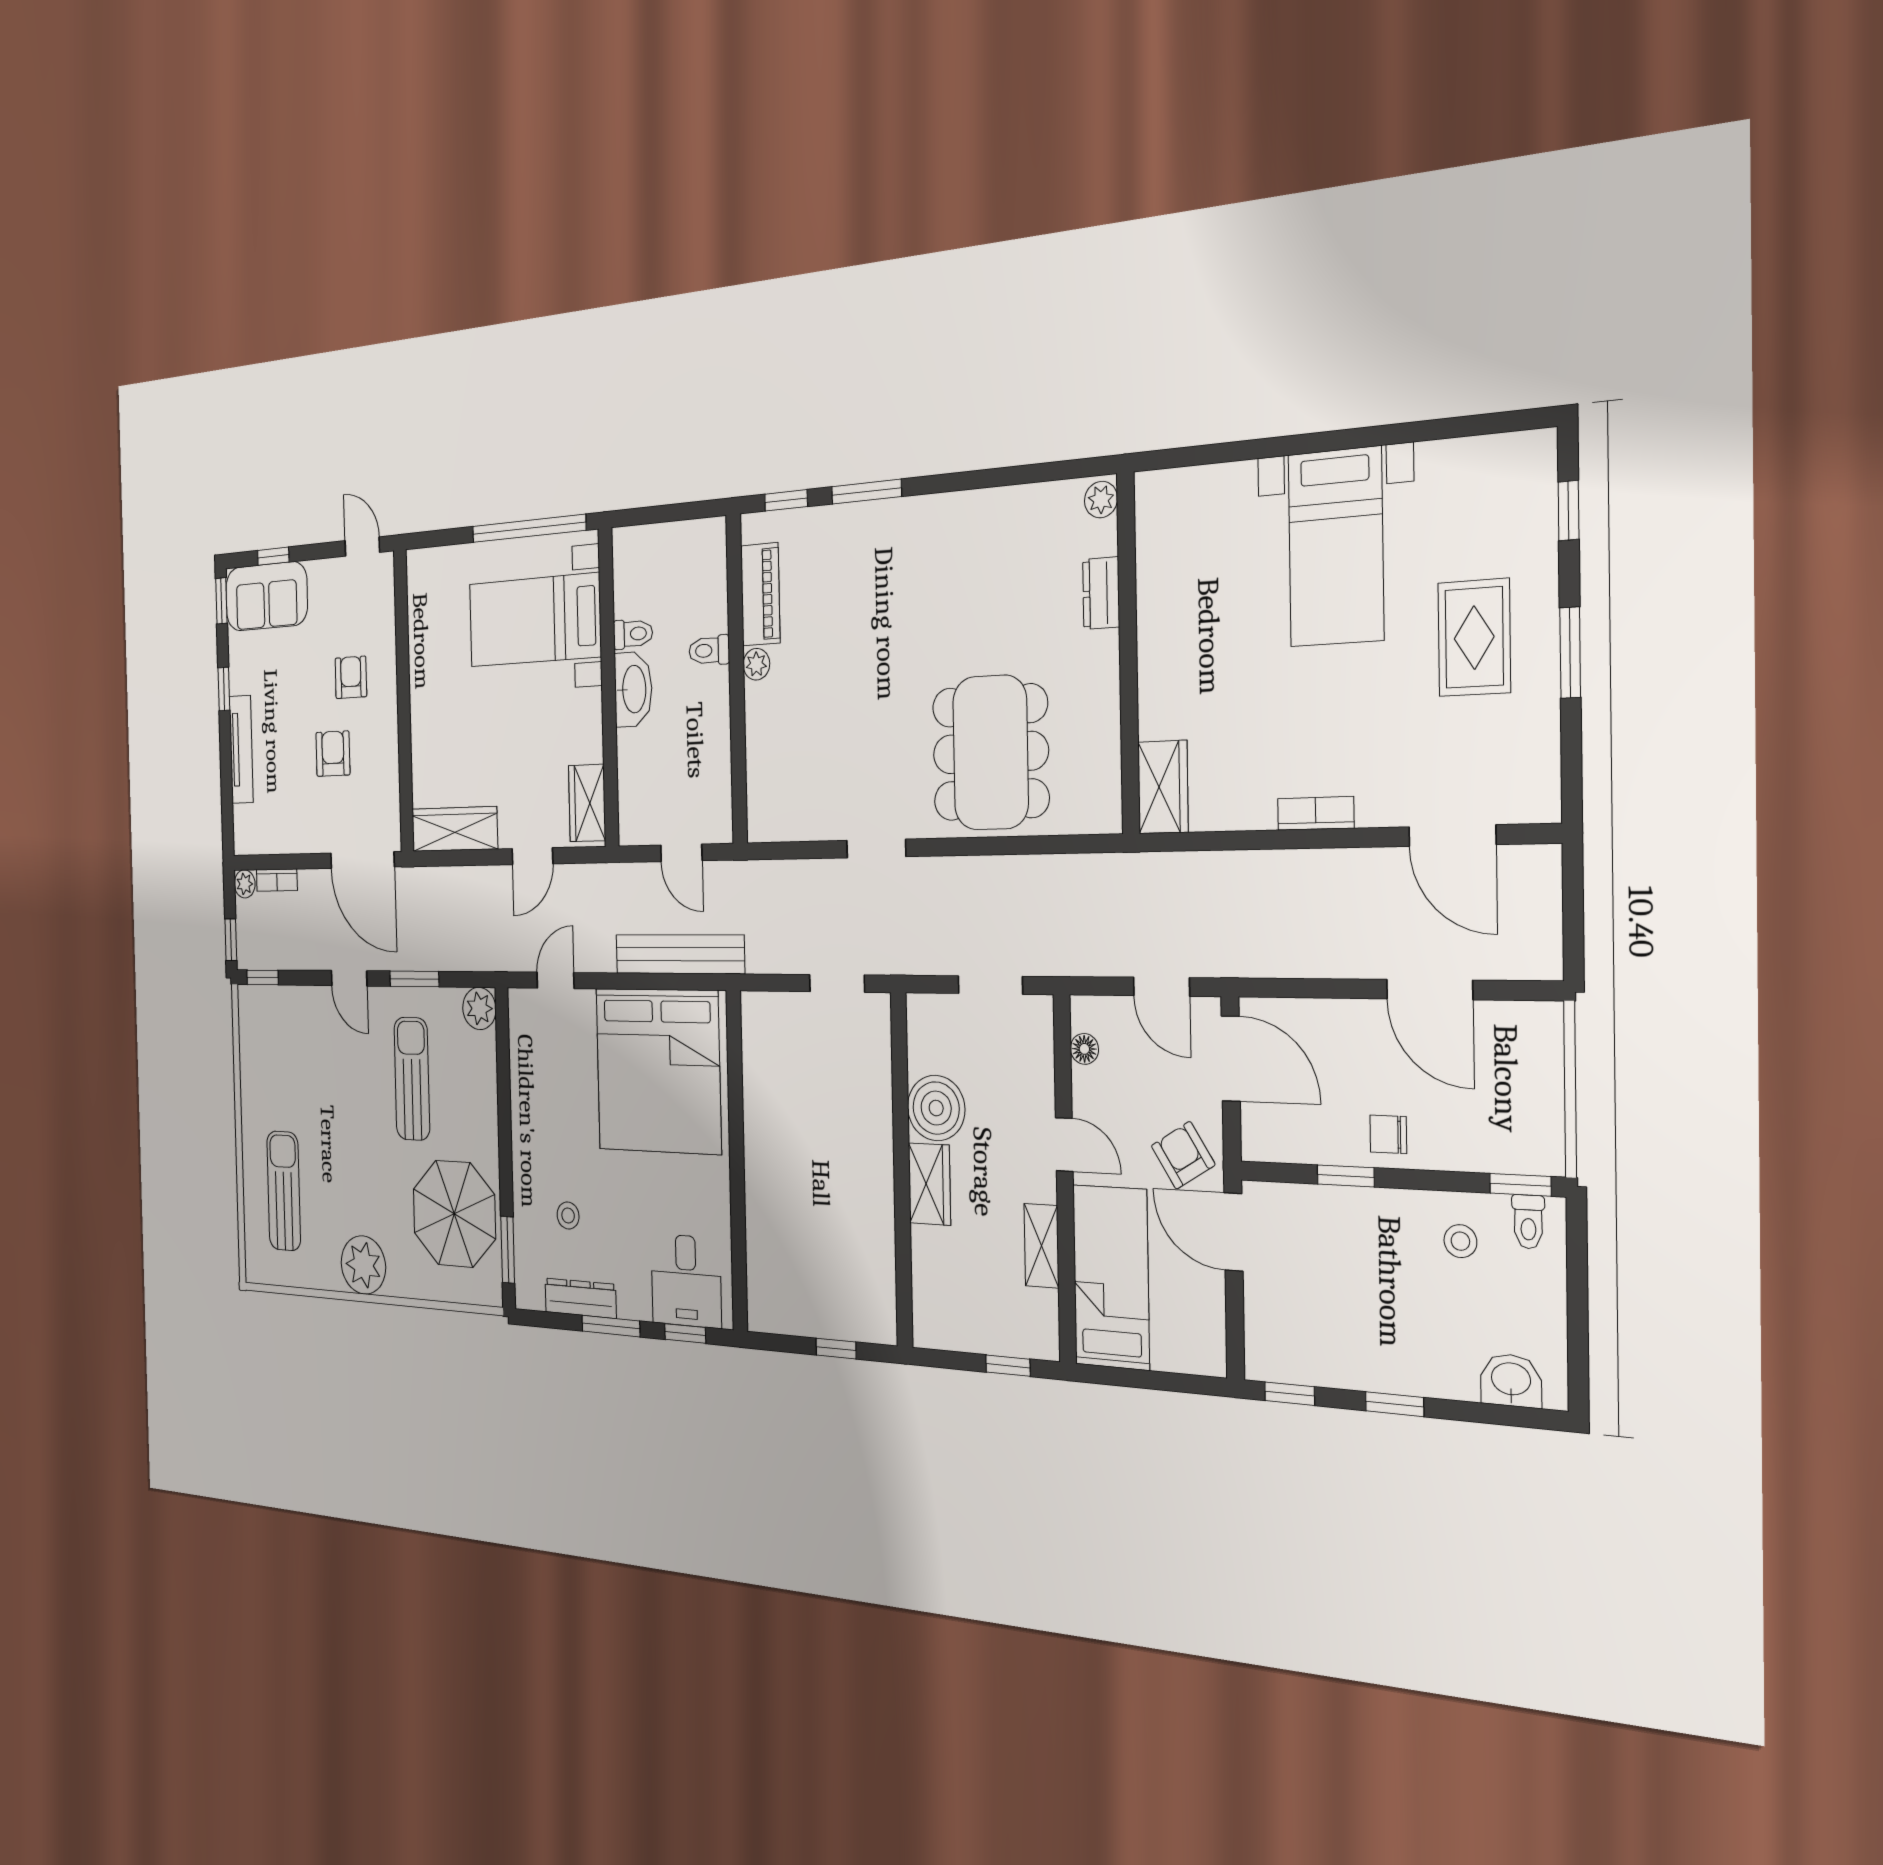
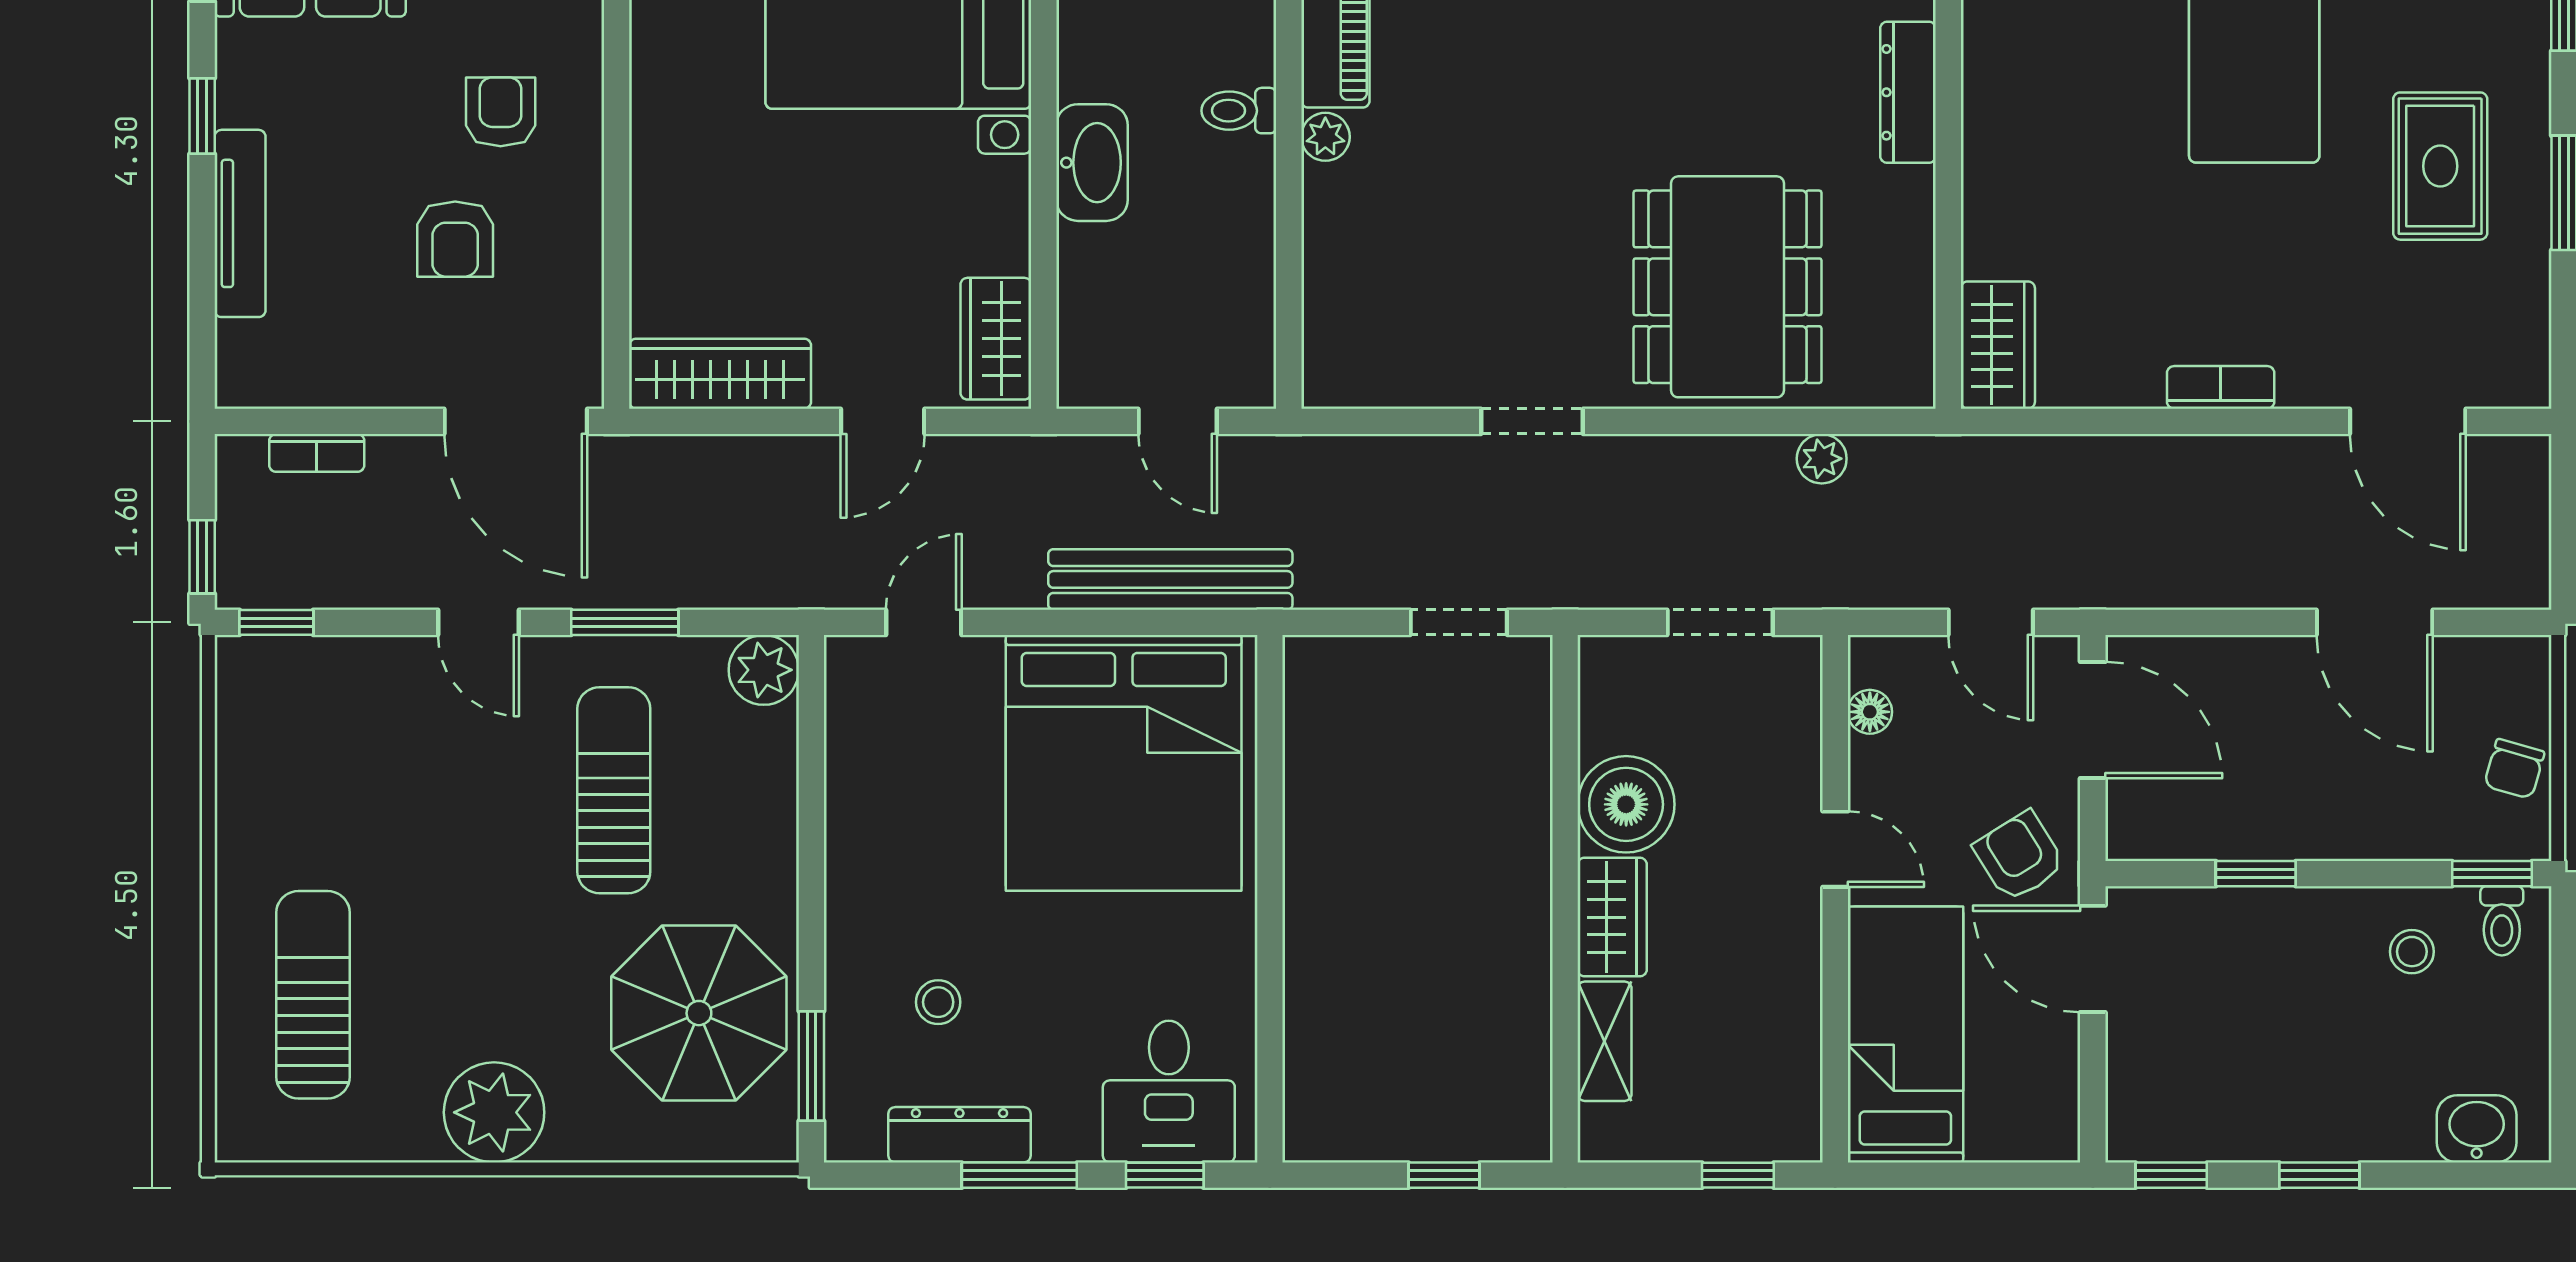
dresser: (1101, 593) -> (1908, 92), width x1.44
toilet: (633, 634) -> (1094, 76), removed
armchair: (333, 754) -> (455, 239), turned 180
plant: (245, 884) -> (1822, 459), moved
chair: (1388, 1134) -> (2514, 769), moved, turned -74
shelving: (1041, 1246) -> (1605, 1041), moved

